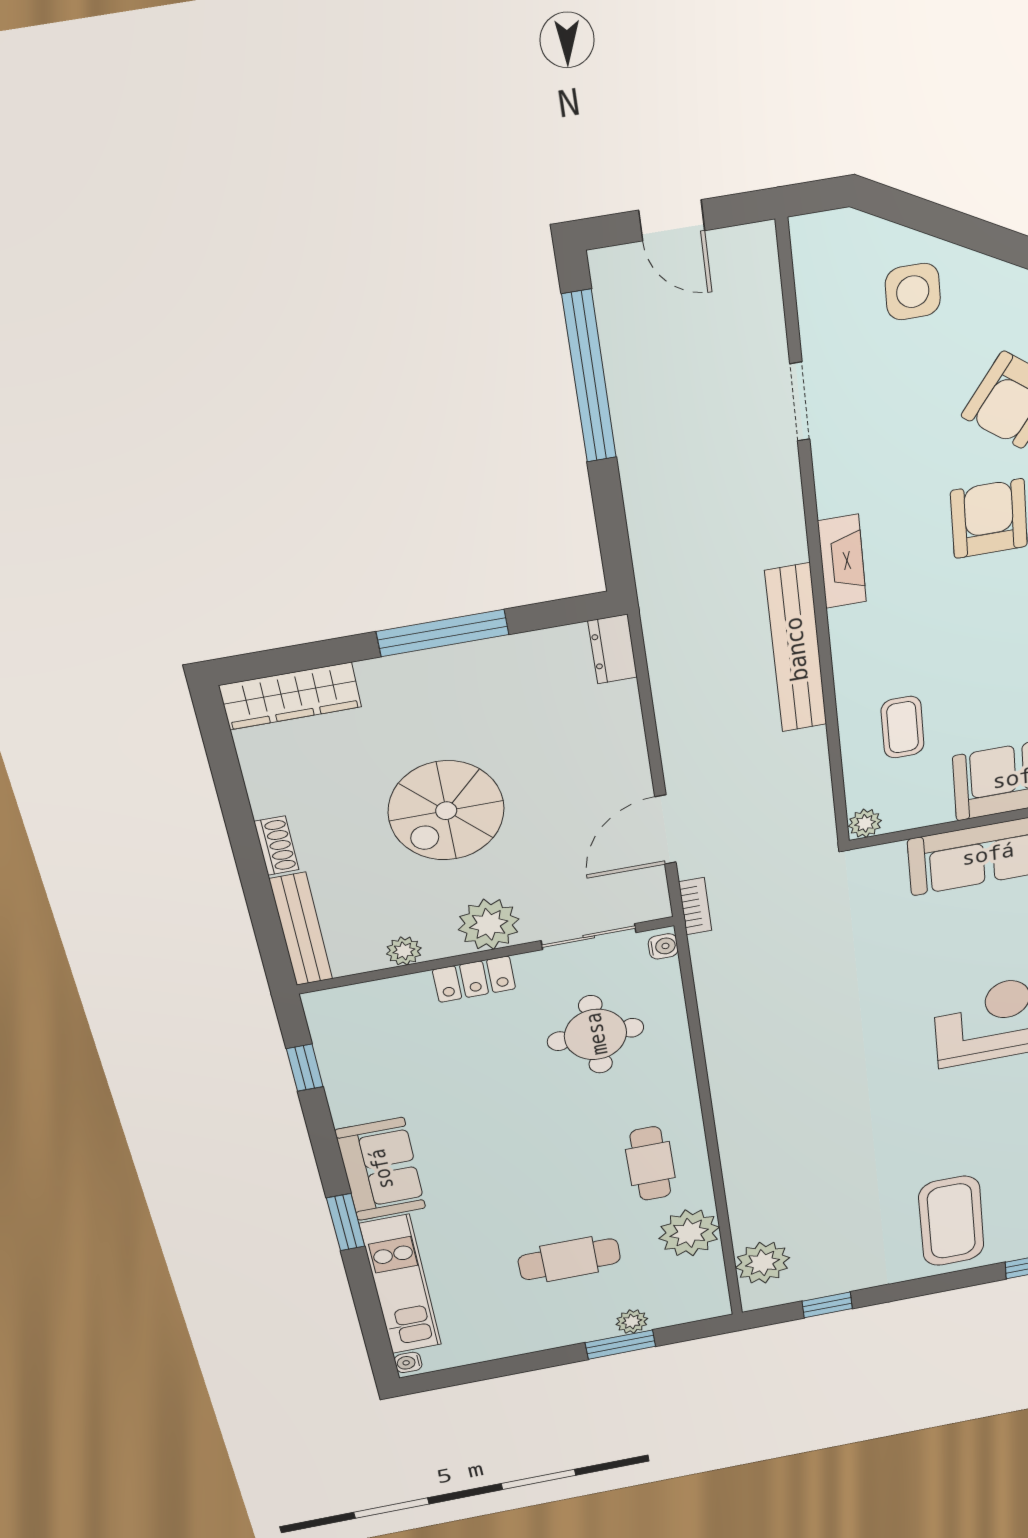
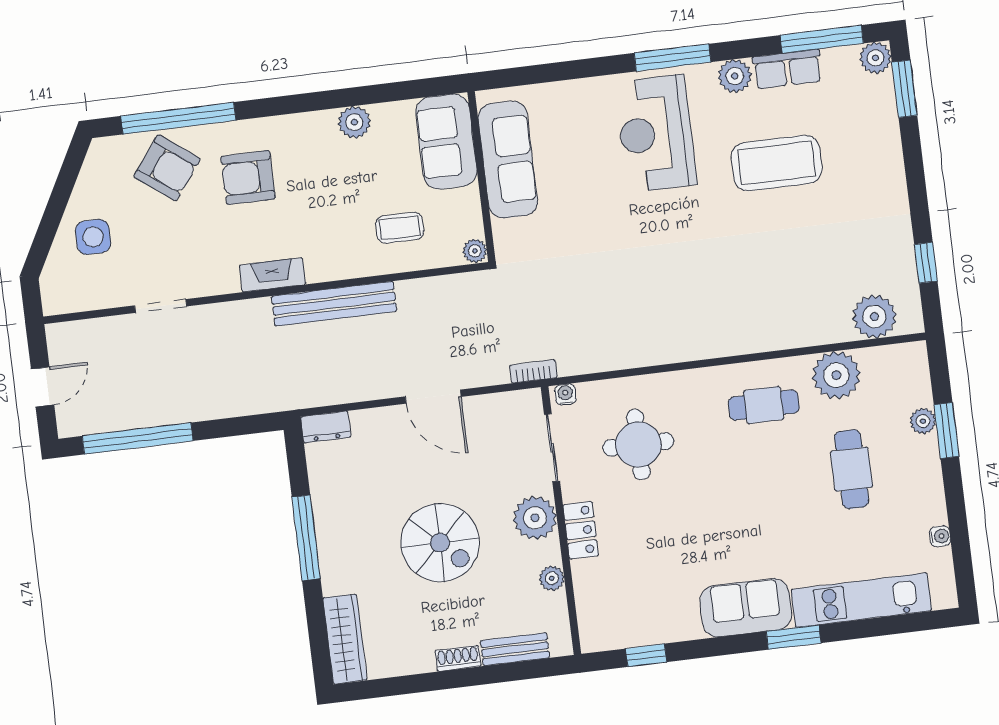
door: (665, 830) -> (433, 397), moved
bench: (301, 929) -> (515, 649), width x0.73
coffee table: (951, 1221) -> (777, 163), moved
water cooler: (408, 1362) -> (940, 536), moved, turned -90

